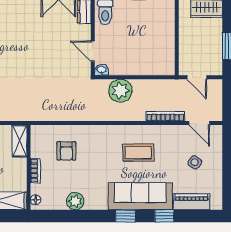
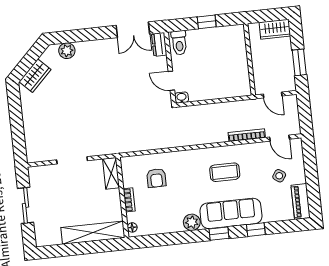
plant: (120, 91) -> (202, 115), removed
plant: (75, 201) -> (192, 222), moved
piano: (192, 202) -> (301, 201), moved, turned -90

